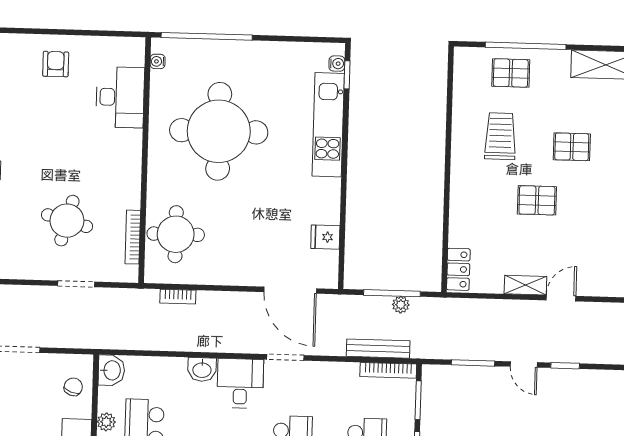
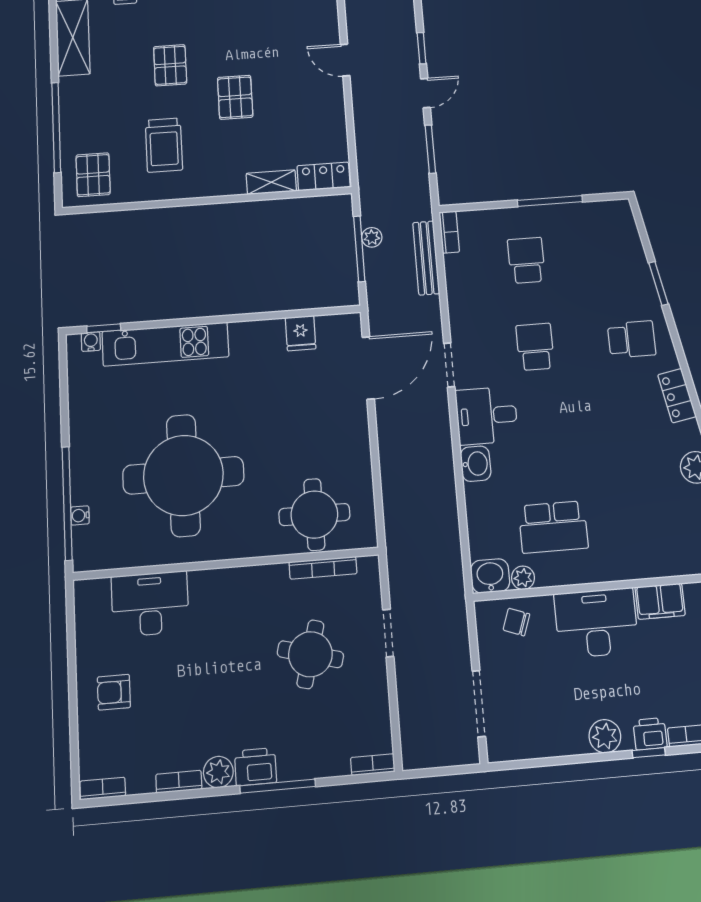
water cooler: (158, 61) -> (80, 515), moved, turned 90
pallet: (511, 73) -> (93, 175), moved
trolley: (500, 136) -> (164, 145), turned -90
shelving: (525, 285) -> (271, 182), moved, turned 90
bookcase: (178, 297) -> (390, 503), removed
bookcase: (388, 370) -> (449, 232), width x0.64
window: (418, 400) -> (481, 206), removed
plant: (106, 422) -> (523, 578), moved

